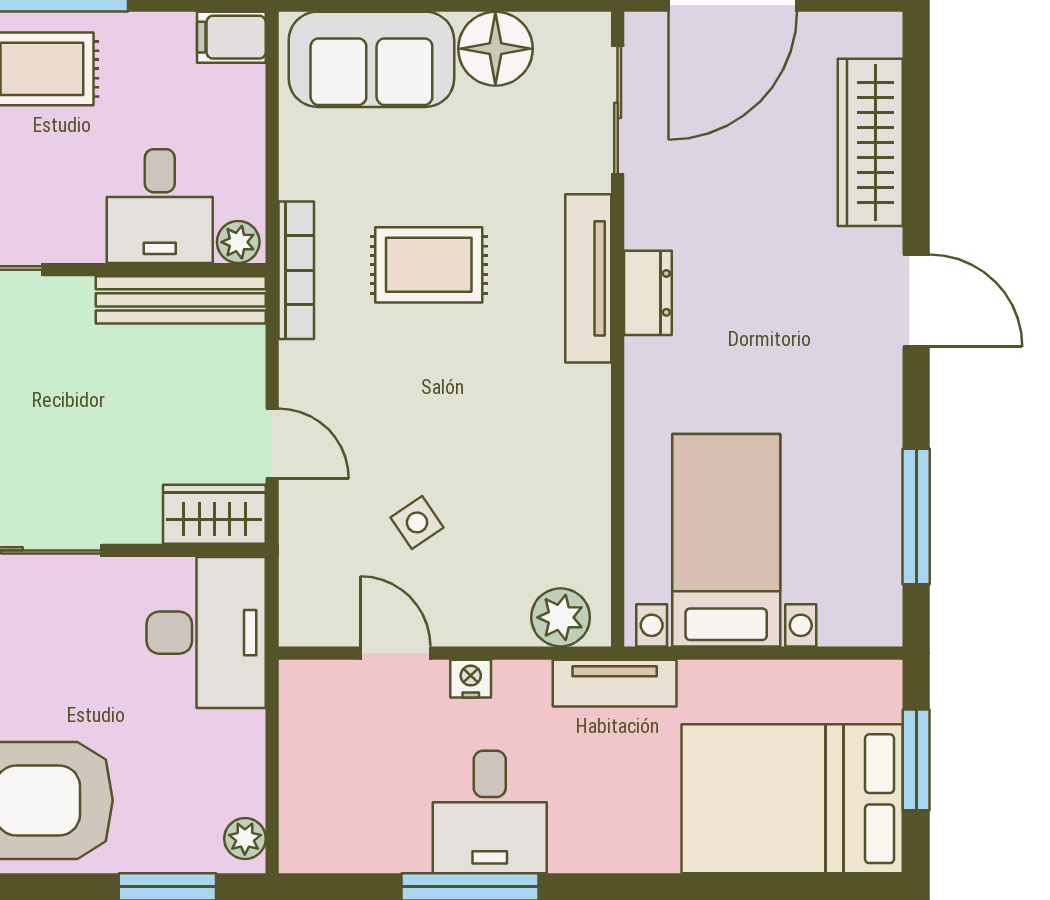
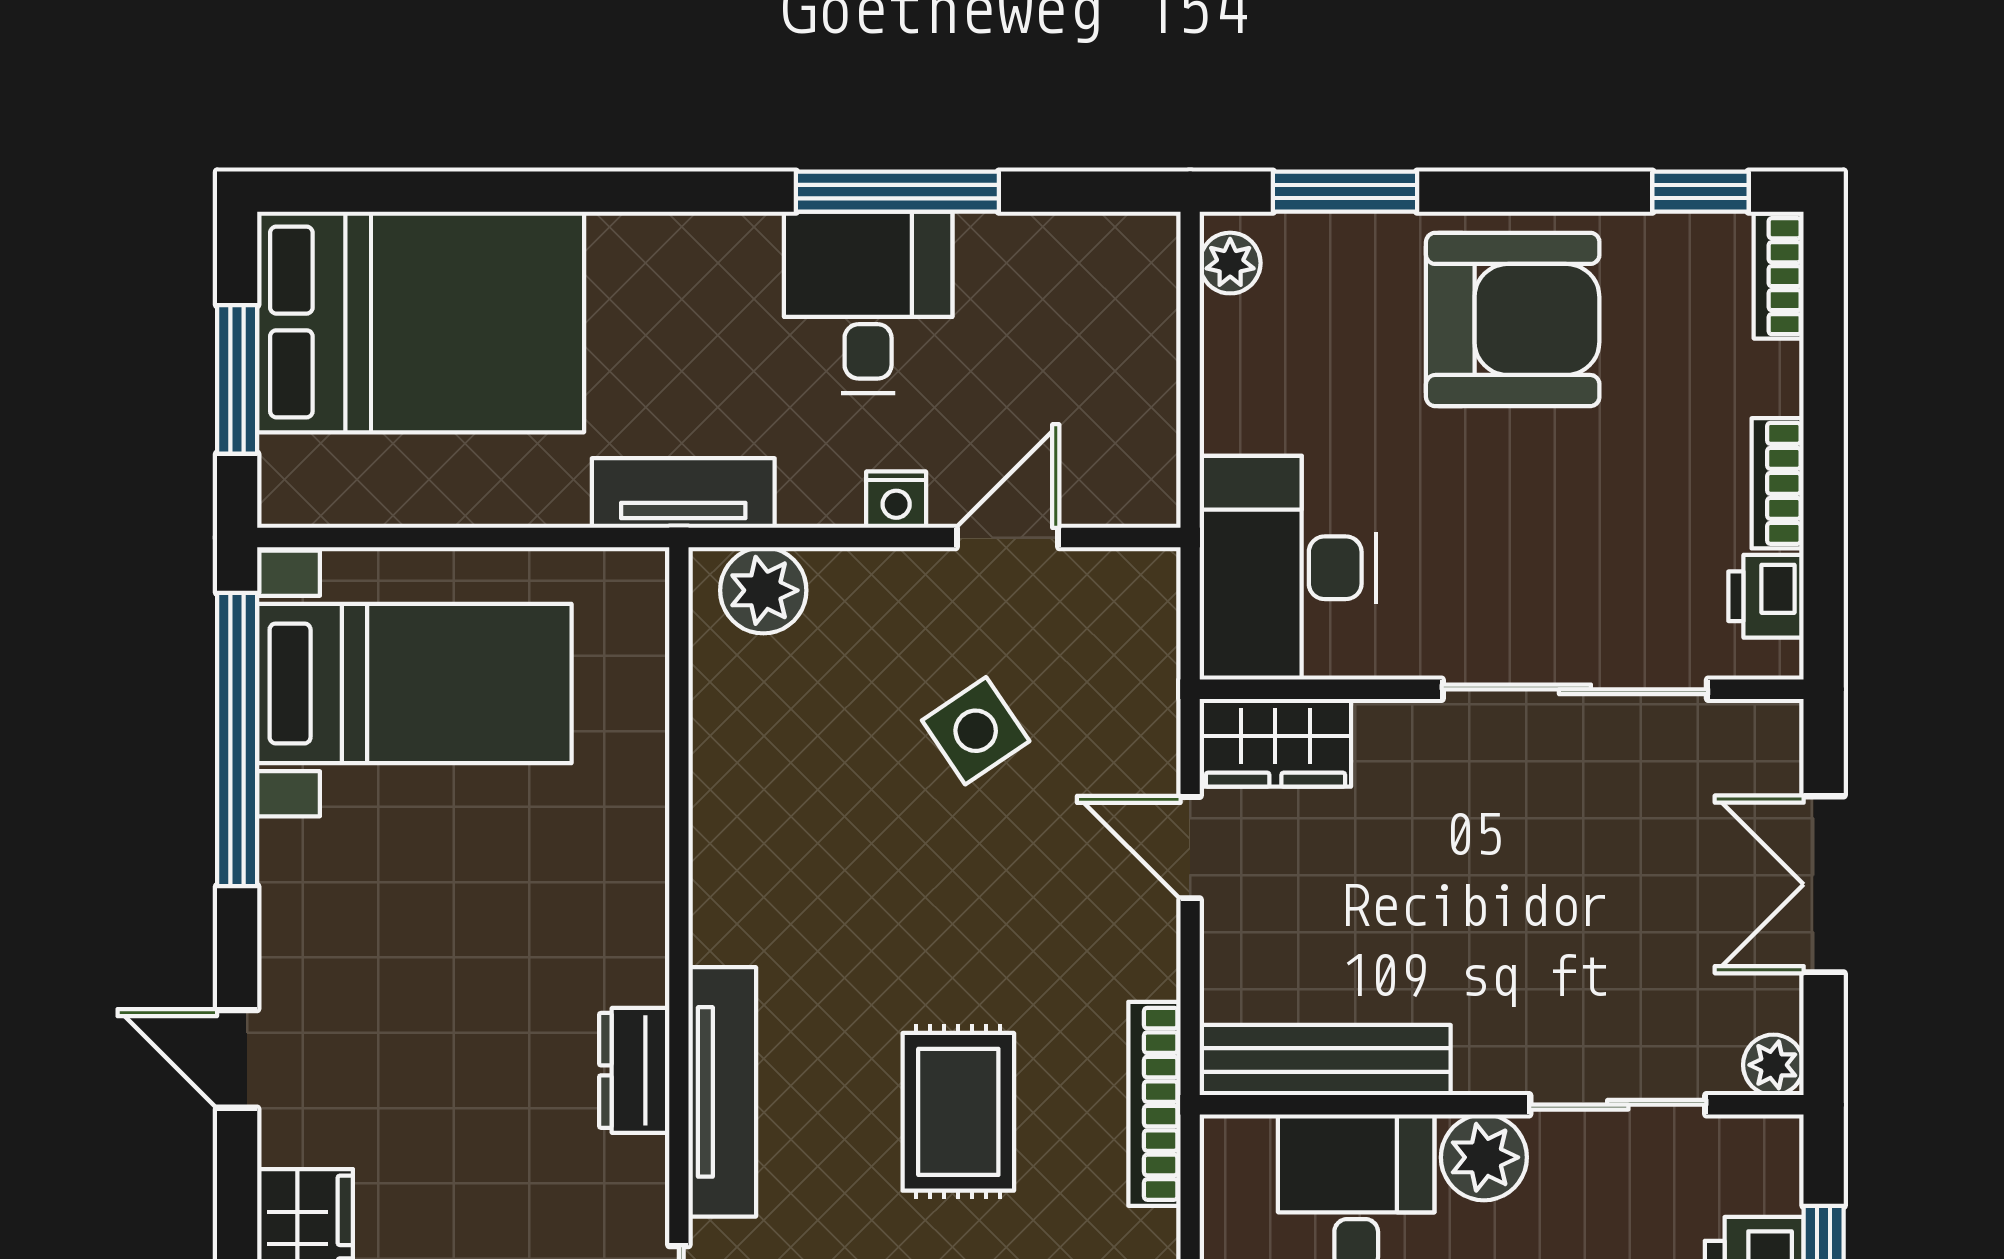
plant: (238, 242) -> (1484, 1157), moved, width x1.38, depth x1.38
rug: (429, 265) -> (958, 1112), turned 90
door: (916, 301) -> (237, 1059), width x0.73
window: (916, 517) -> (237, 740), width x1.46
side table: (417, 522) -> (976, 731), width x1.37, depth x1.37
bed with nightstands: (726, 540) -> (414, 683), moved, turned -90
door: (396, 653) -> (1007, 538), swing flipped

